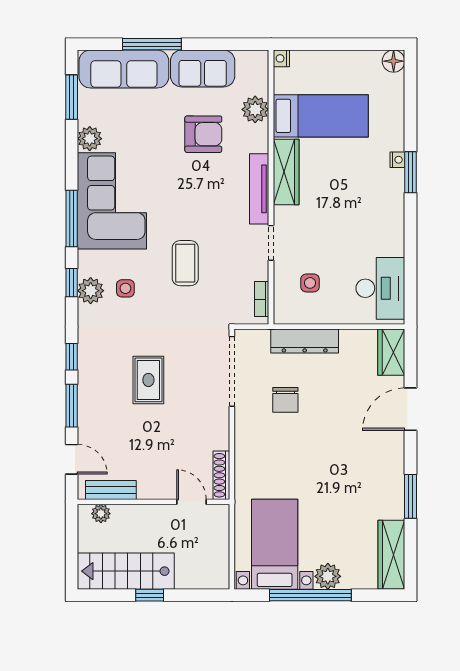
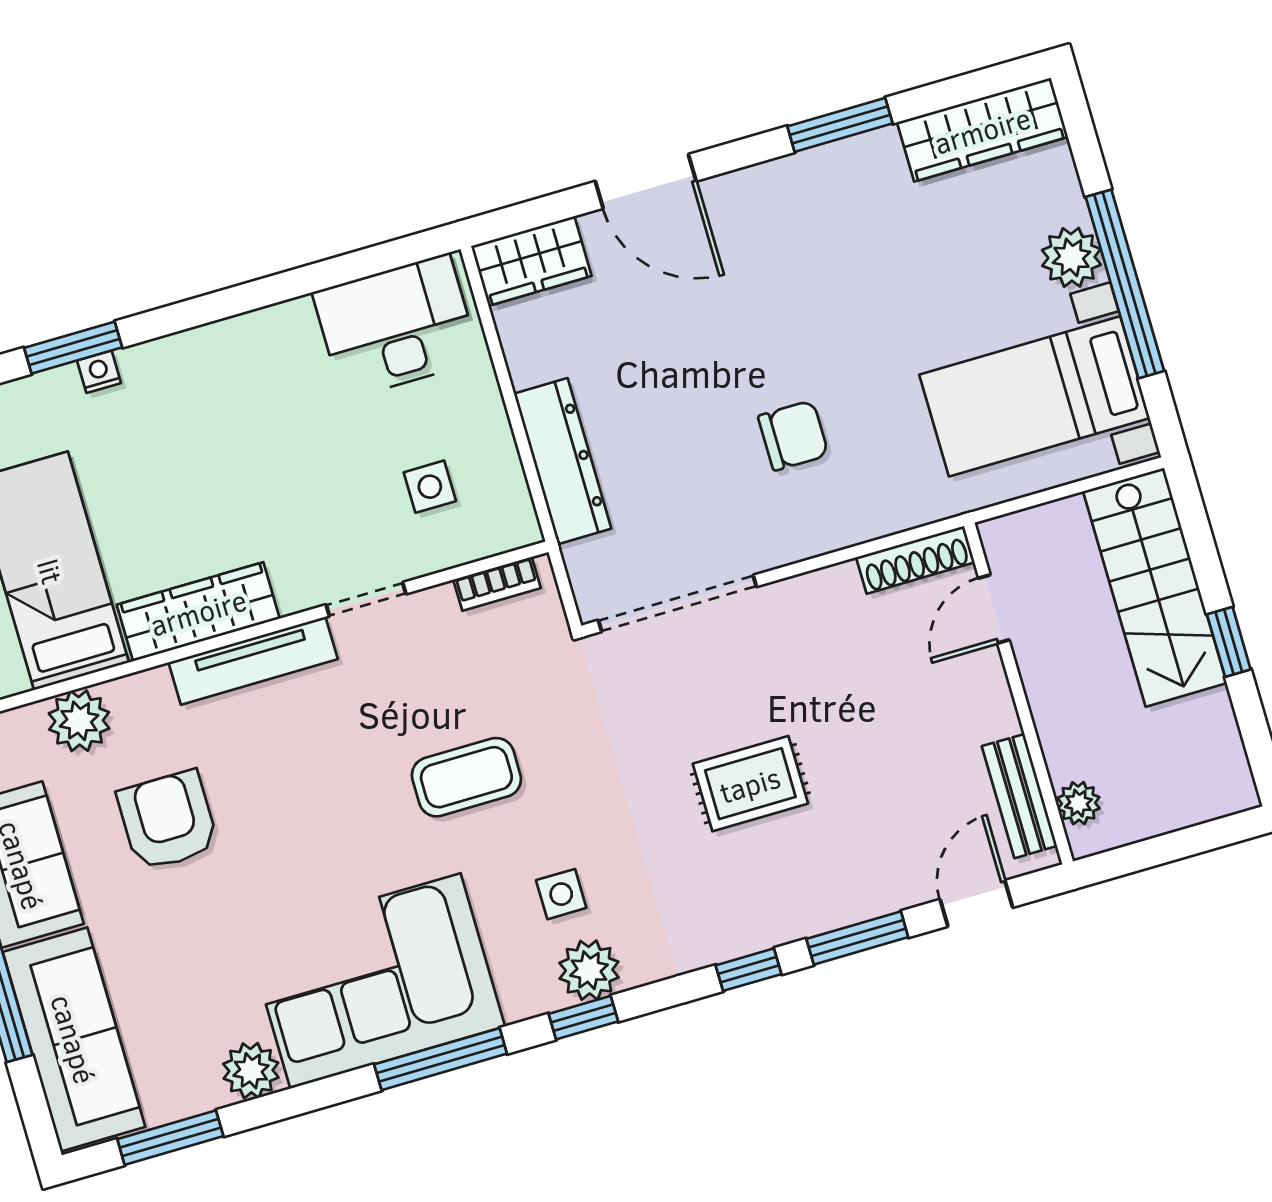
window: (411, 172) -> (73, 348), moved
chair: (285, 400) -> (793, 435), moved
stairs: (126, 571) -> (1155, 587), moved

